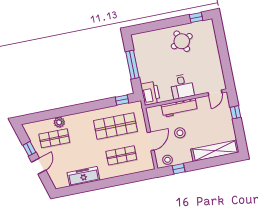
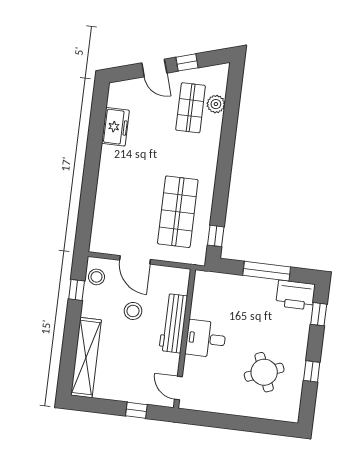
window: (196, 17) -> (312, 371), moved
window: (147, 27) -> (319, 314), added
round table: (182, 41) -> (264, 372), moved
printer: (150, 93) -> (295, 295), moved
plant: (59, 122) -> (216, 104), moved
shop shelf: (121, 155) -> (128, 206), removed
freezer: (83, 176) -> (115, 127), width x0.71

